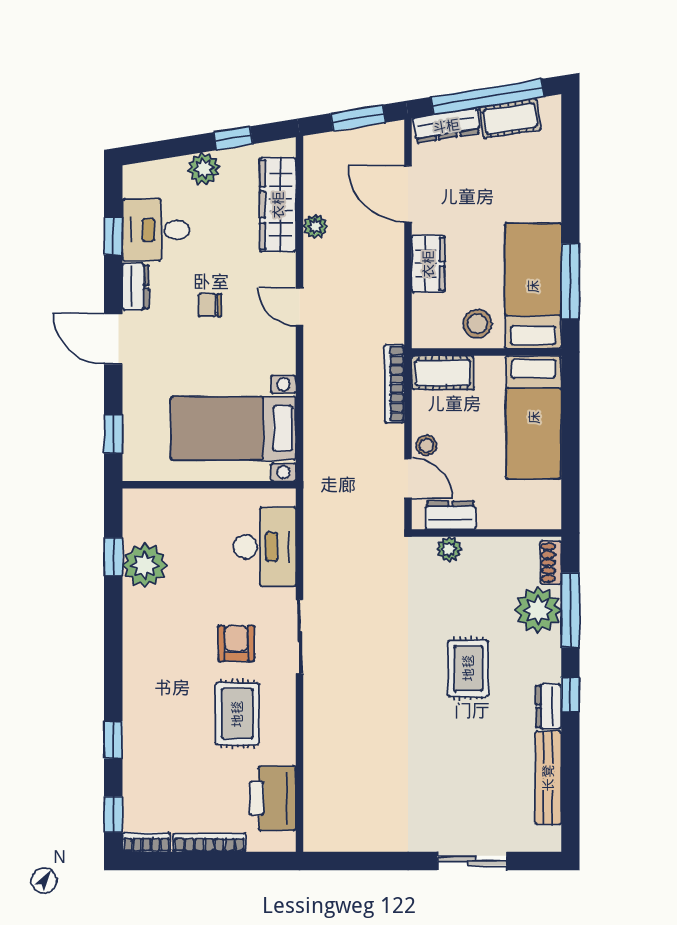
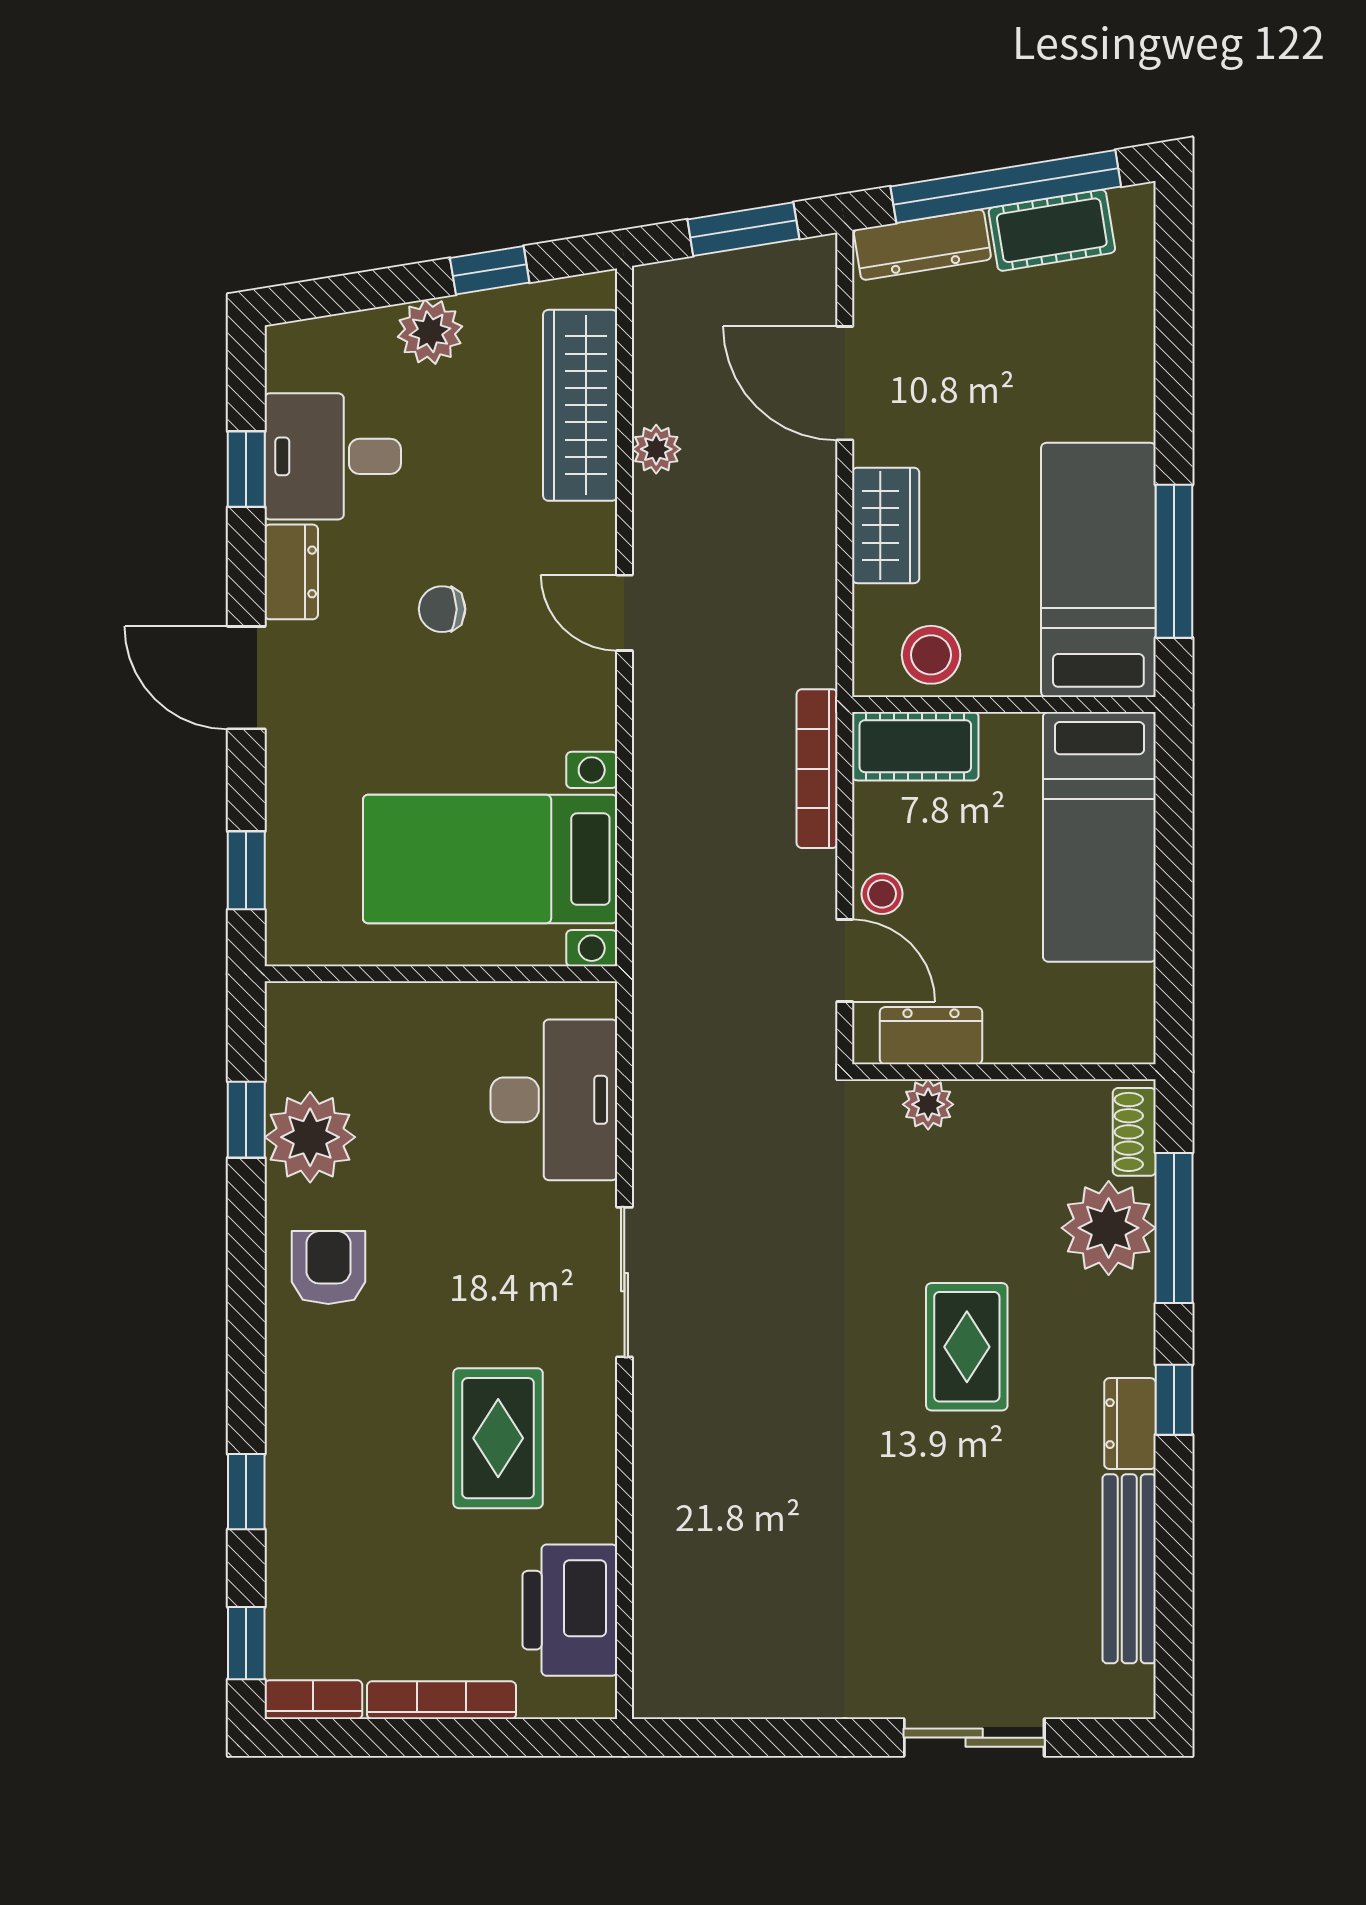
stool: (477, 324) -> (931, 655), moved
armchair: (236, 643) -> (328, 1268), moved

